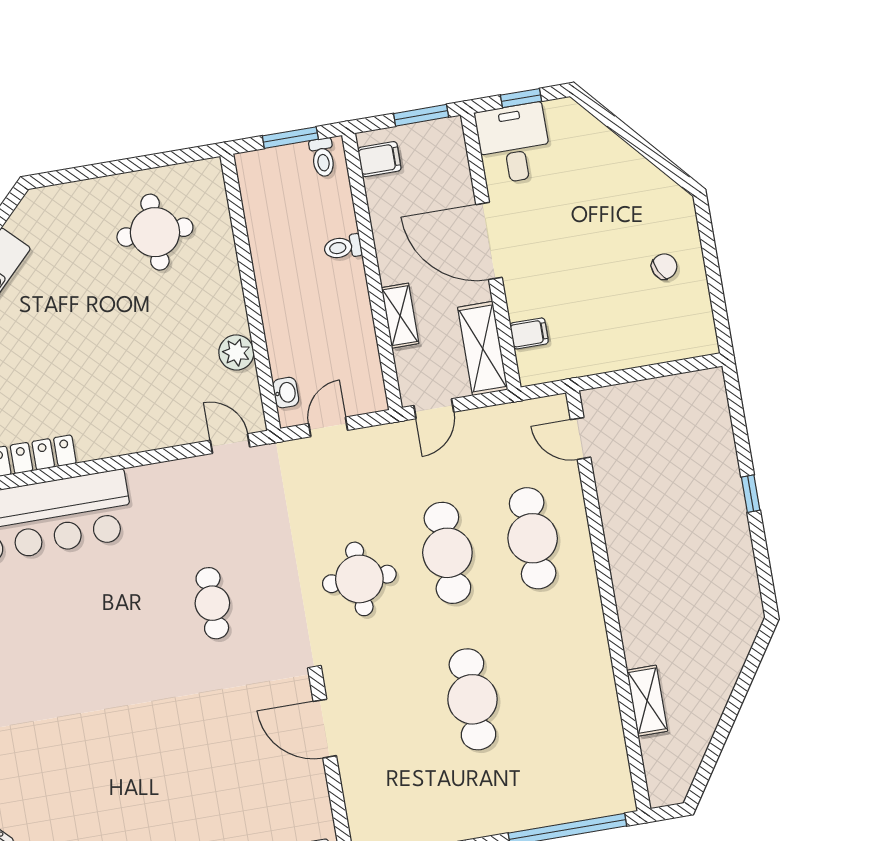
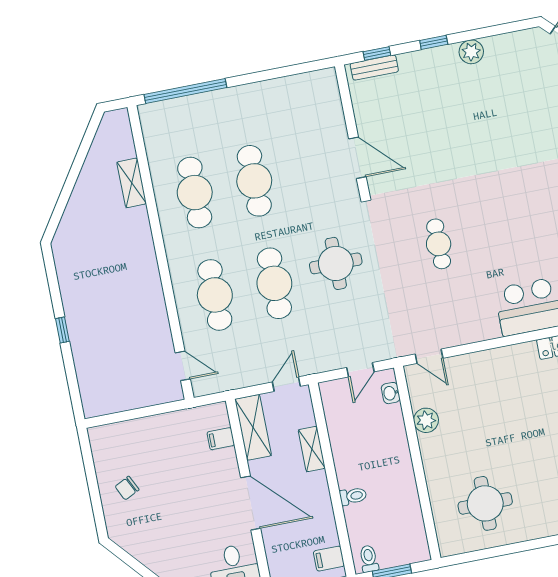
cafe table: (558, 685) -> (195, 193), added

